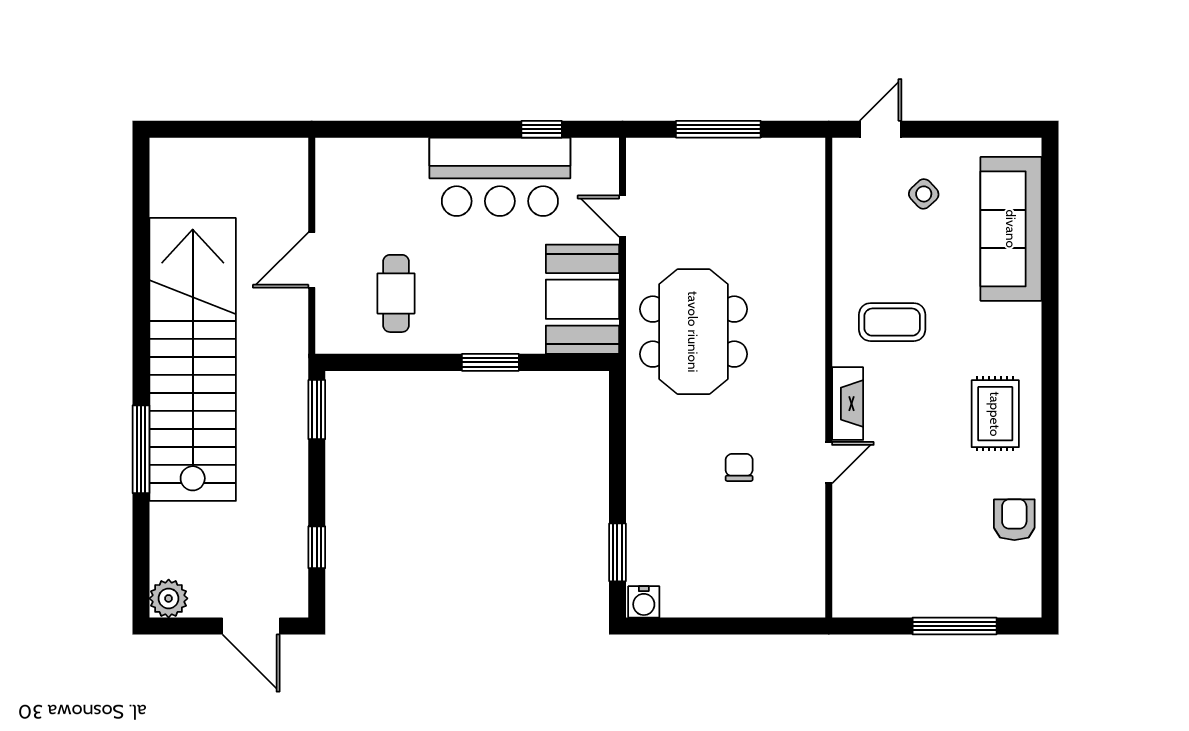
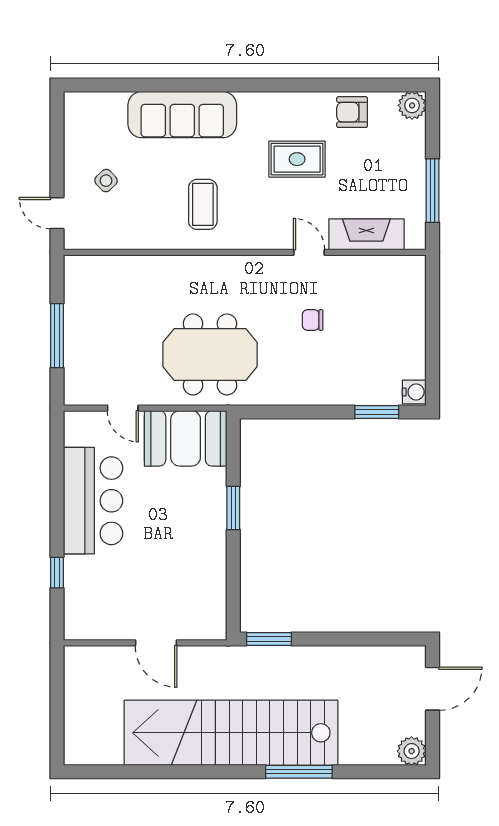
window: (542, 129) -> (57, 573), moved
door: (623, 216) -> (123, 408), hinge flipped
sofa: (1011, 229) -> (182, 115), moved
cafe table: (396, 293) -> (181, 579), removed
fireplace: (848, 404) -> (366, 234), moved, width x1.37, depth x1.32
rug: (995, 414) -> (297, 159), moved
window: (317, 547) -> (373, 639), removed
plant: (1023, 599) -> (412, 105), added
window: (955, 626) -> (432, 191), moved

